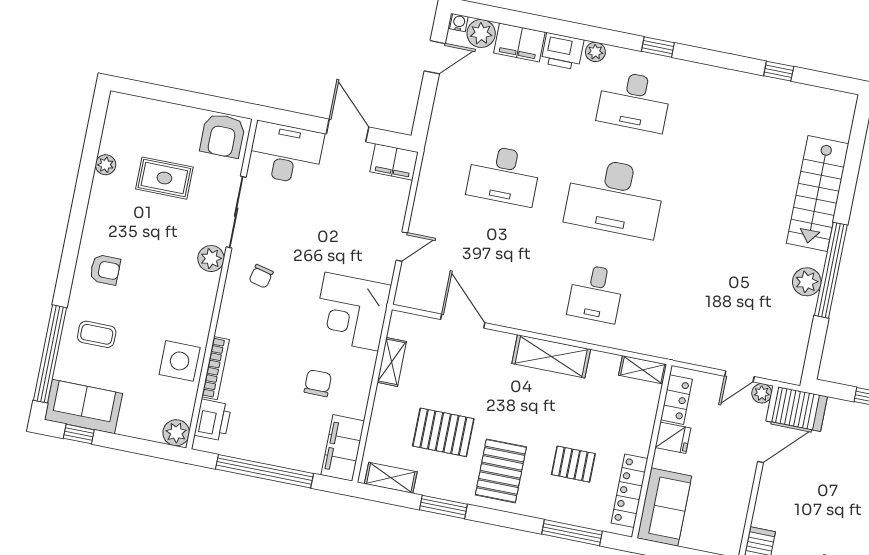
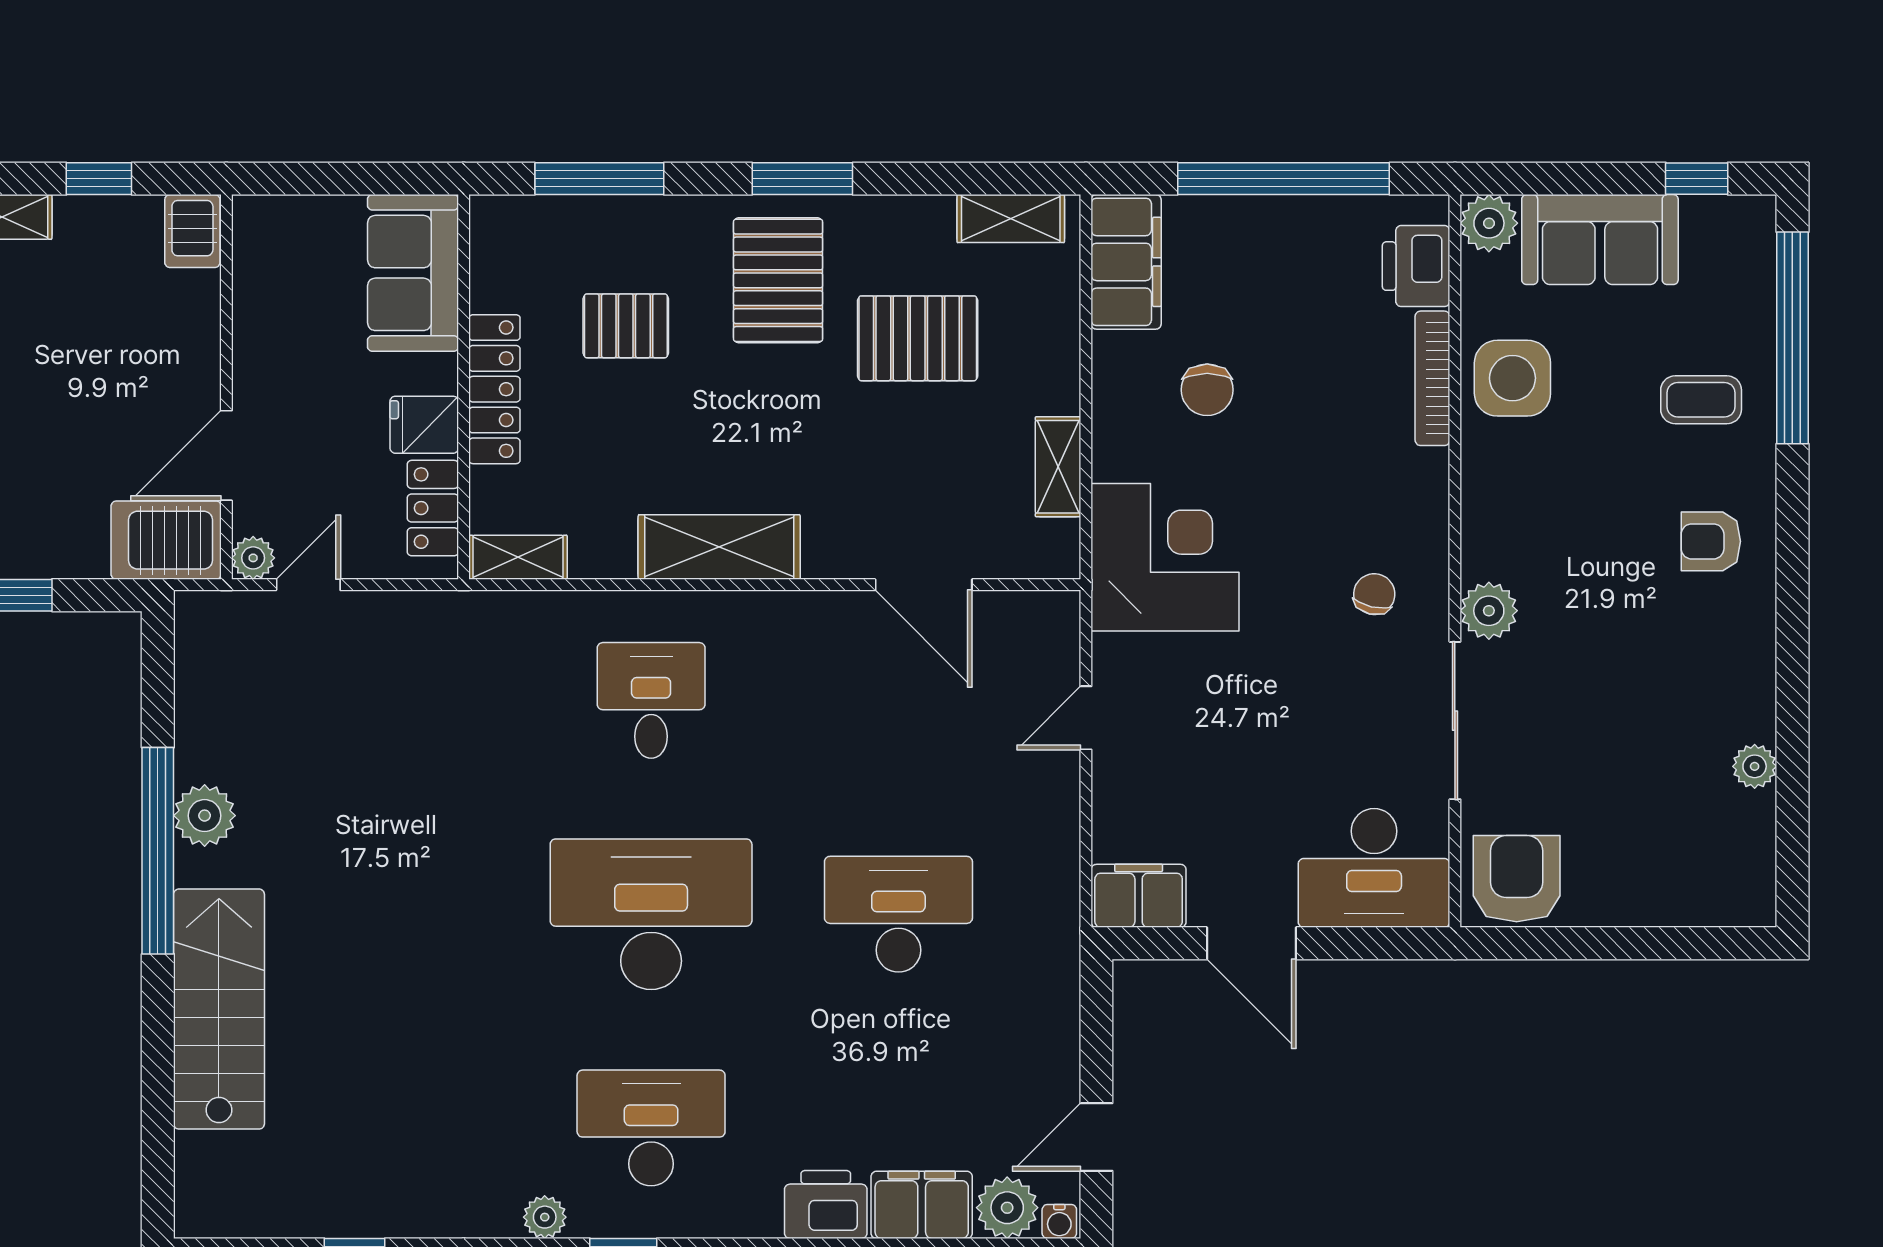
plant: (595, 52) -> (545, 1217), moved
rug: (164, 178) -> (1623, 763), removed
sofa: (83, 407) -> (1600, 240), moved
locker: (629, 491) -> (494, 389), moved
window: (443, 507) -> (802, 179), moved

